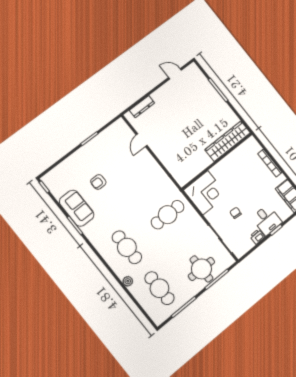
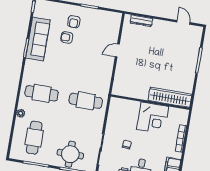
door: (142, 140) -> (117, 50), moved
armchair: (90, 164) -> (74, 22), added
corner desk: (205, 193) -> (153, 118), moved
sofa: (77, 208) -> (38, 39), width x1.36
cafe table: (127, 247) -> (42, 93), turned 90

